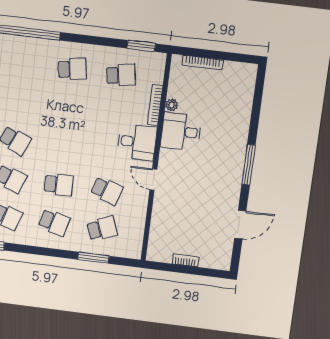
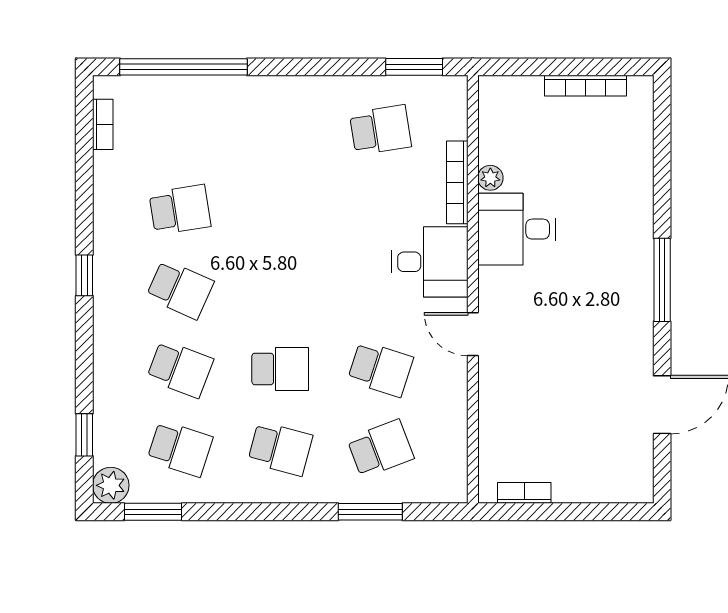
bookcase: (202, 63) -> (586, 86), moved
school desk: (72, 69) -> (180, 210), moved
bookcase: (185, 260) -> (524, 493), moved

